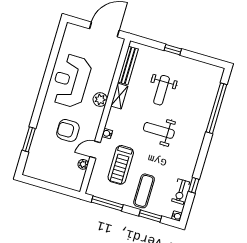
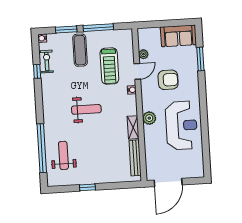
window: (173, 50) -> (87, 187), moved
weight bench: (162, 90) -> (63, 155), moved
treadmill: (121, 165) -> (109, 66), turned 180
sofa: (42, 170) -> (178, 36), added
window: (107, 203) -> (98, 28), moved

